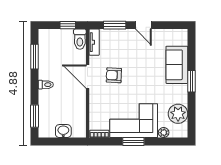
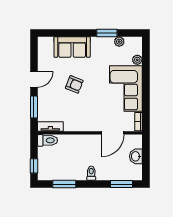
window: (68, 25) -> (34, 166), moved
armchair: (114, 75) -> (74, 84), moved, turned -71
door: (88, 77) -> (113, 133), moved
window: (192, 81) -> (107, 33), moved
plant: (178, 114) -> (119, 42), width x0.53, depth x0.53
window: (133, 141) -> (146, 89), removed

